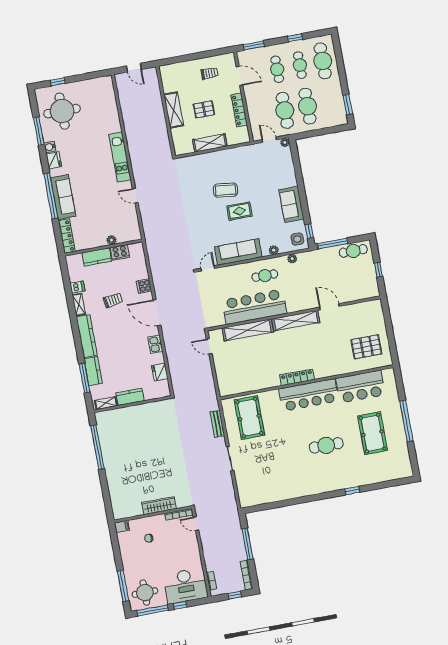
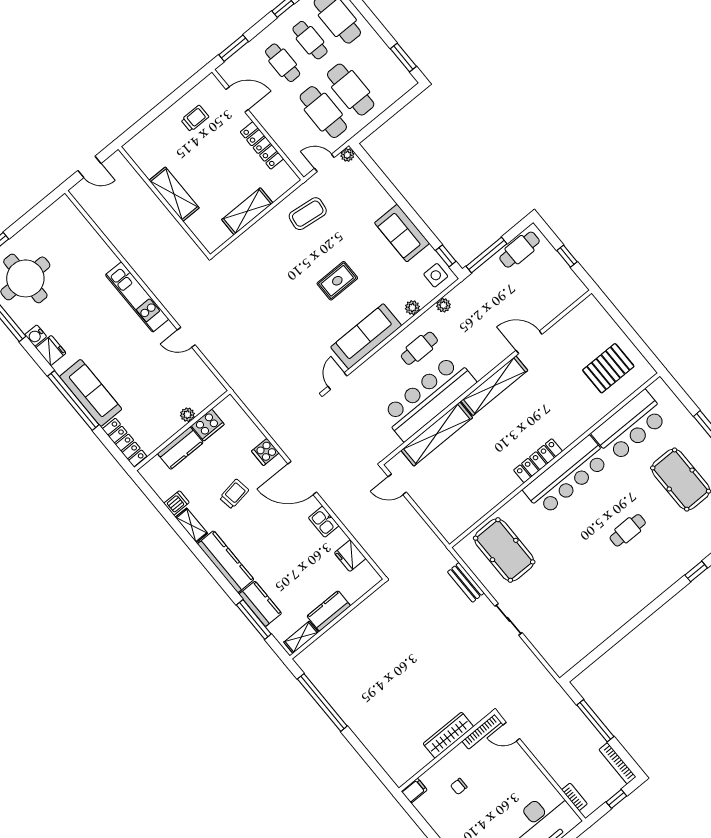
pallet: (204, 109) -> (214, 171), removed
coffee table: (225, 190) -> (308, 214), moved
cafe table: (326, 445) -> (628, 530), width x0.73, depth x0.74

